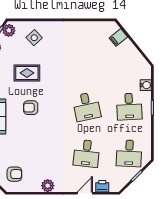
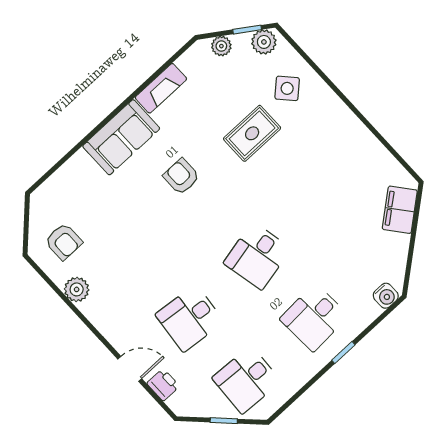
filing cabinet: (118, 37) -> (400, 210), width x2.00
rug: (27, 73) -> (252, 133), moved, turned 90
water cooler: (146, 85) -> (386, 296), moved
plant: (48, 186) -> (77, 289), moved

